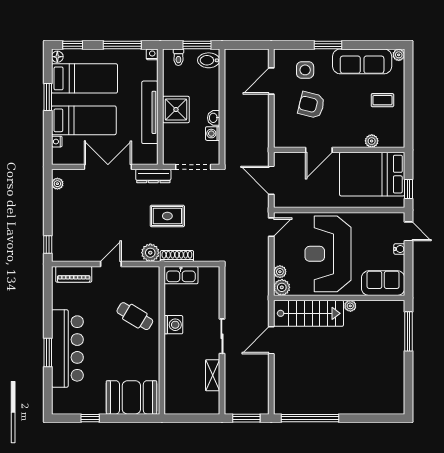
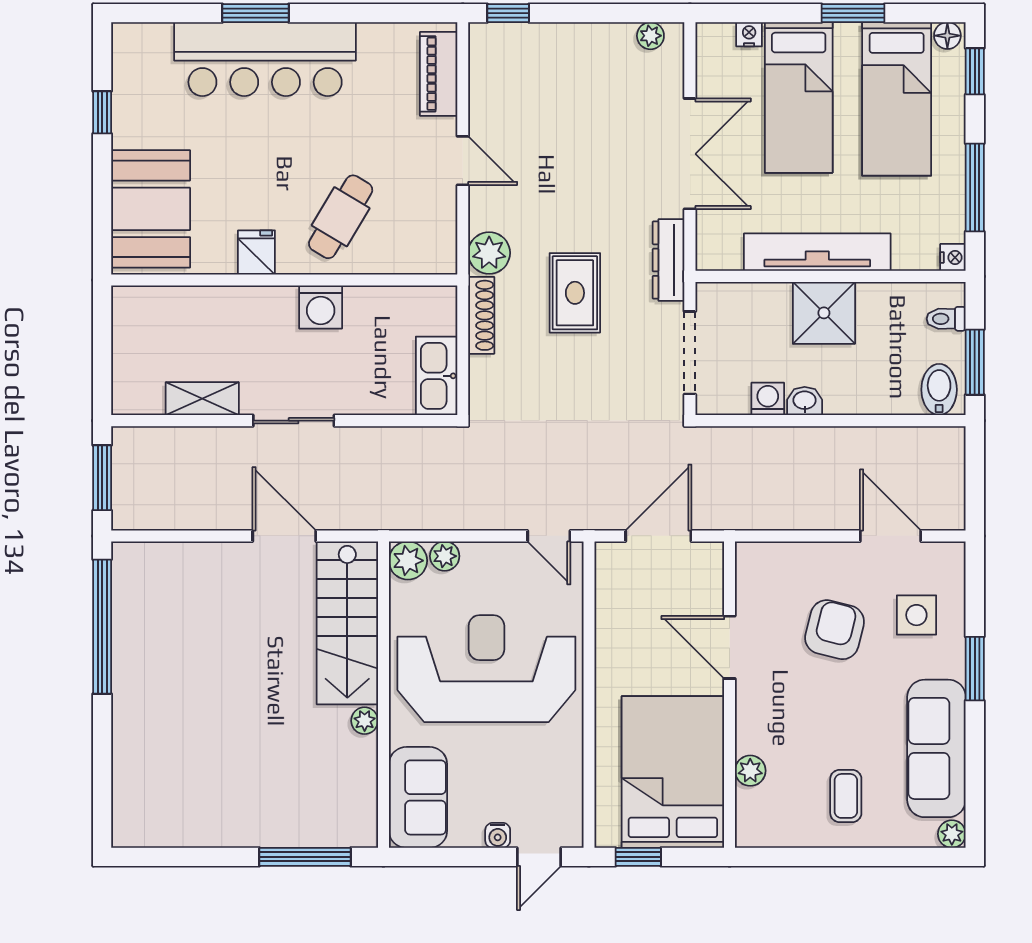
kitchen sink: (181, 275) -> (437, 376), moved
fridge: (150, 352) -> (256, 252), added

